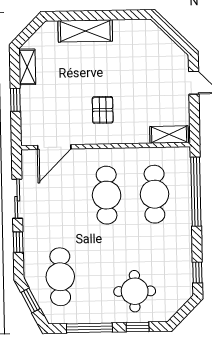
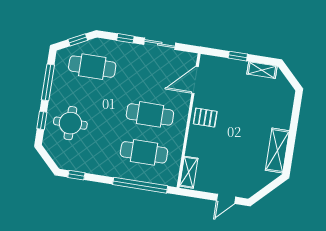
shelving: (85, 31) -> (277, 151), moved
pallet: (103, 110) -> (205, 118), moved
door: (54, 147) -> (195, 80), hinge flipped

